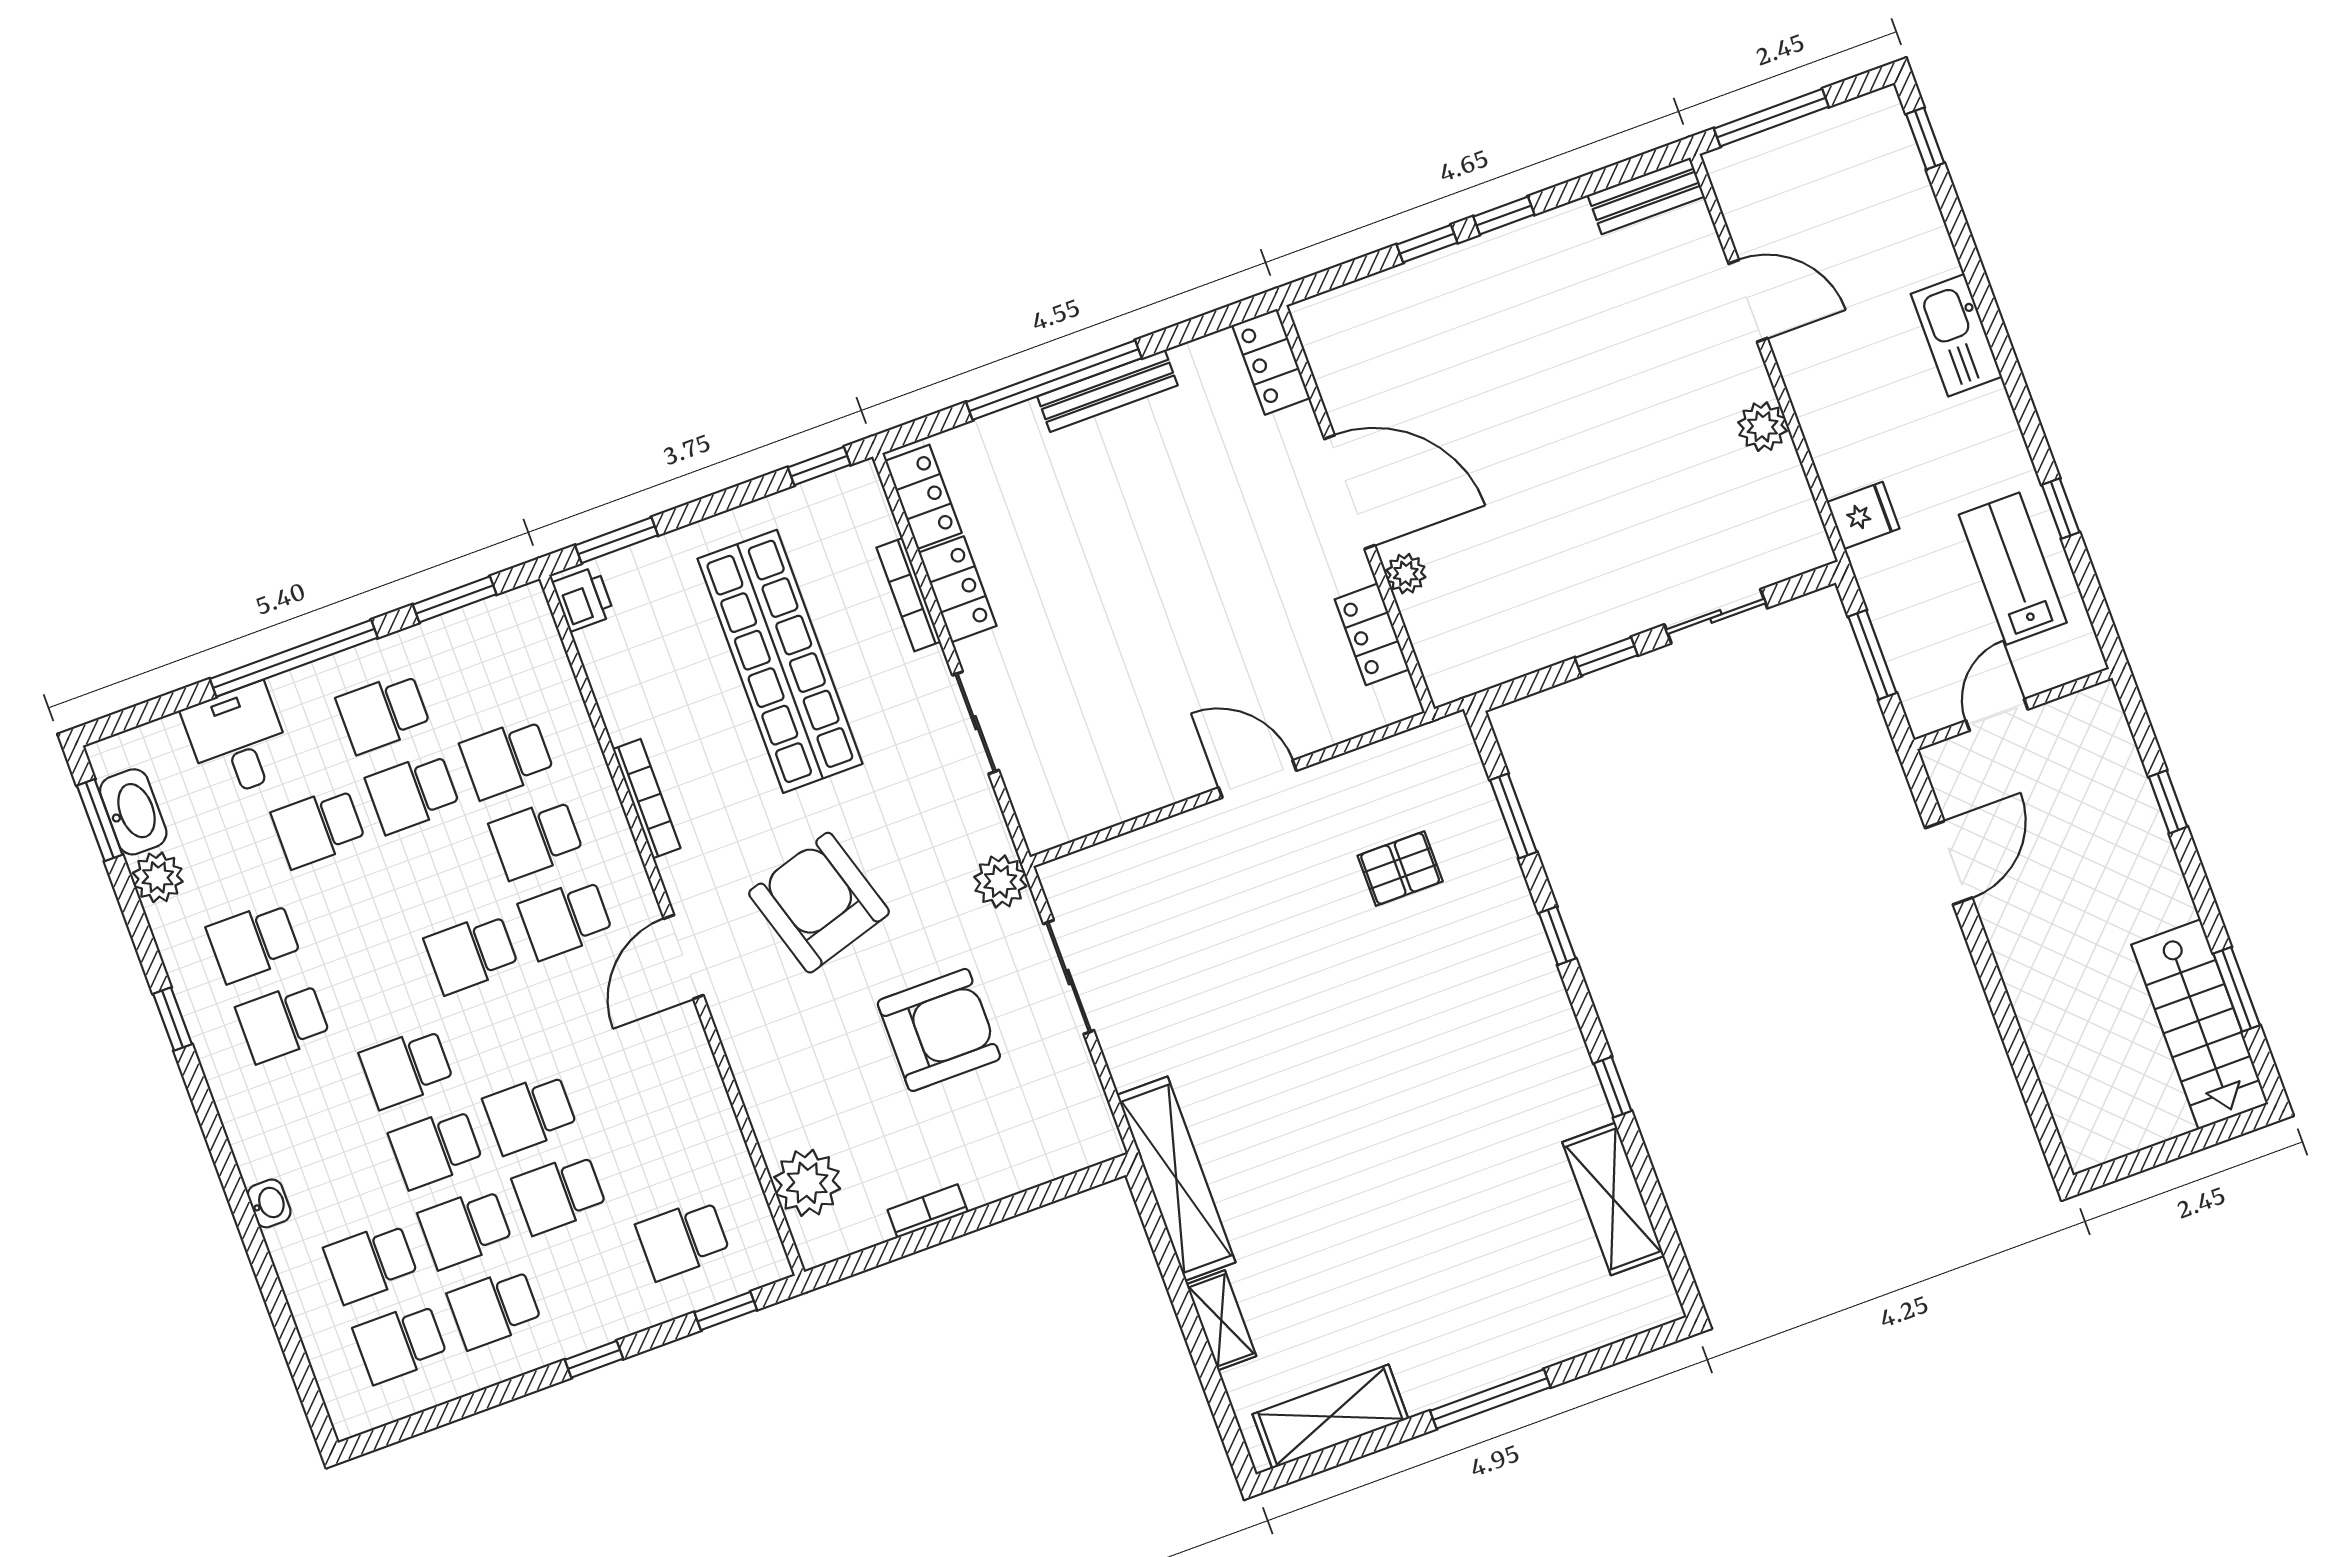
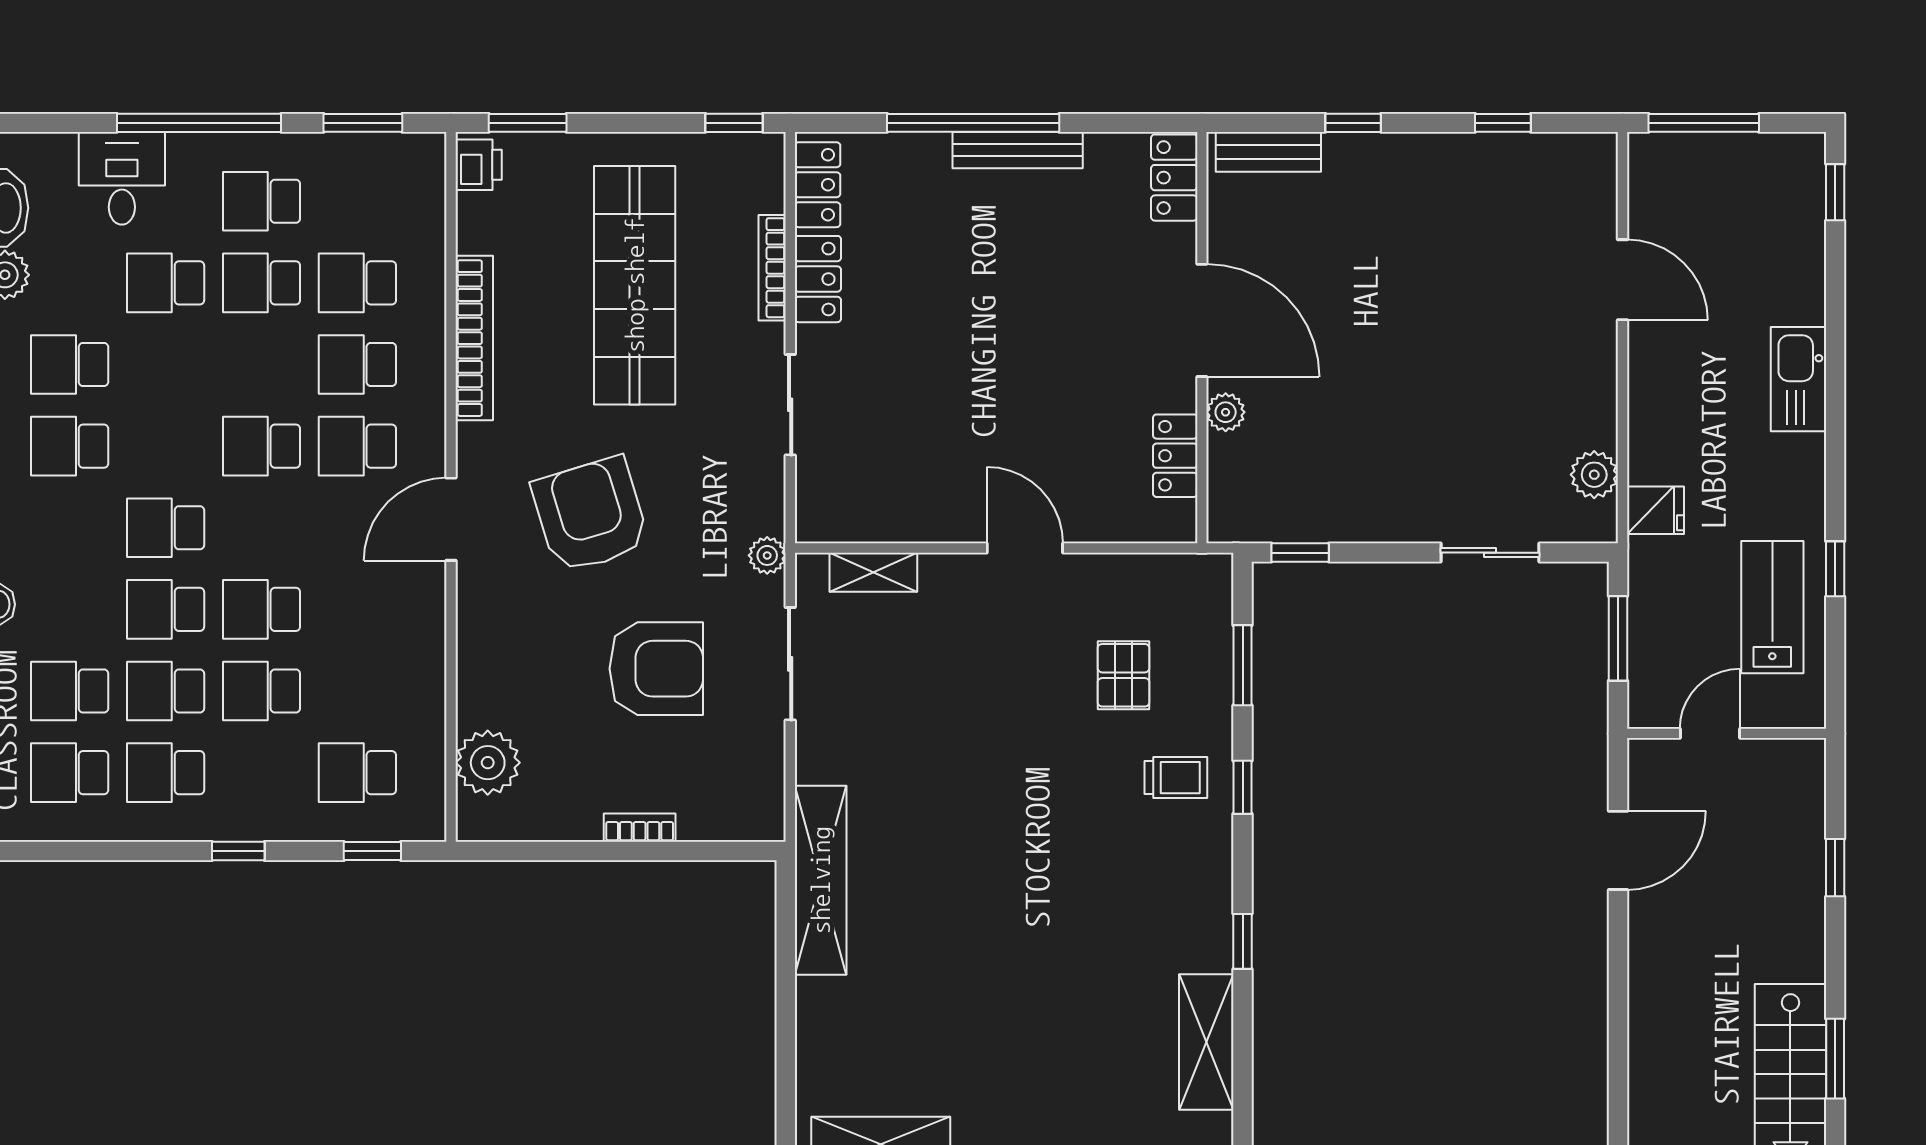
bench: (1646, 196) -> (1268, 152), moved
window: (1504, 215) -> (1503, 123), moved
plant: (1763, 427) -> (1594, 475), moved
window: (1606, 656) -> (1300, 553), moved
bookcase: (647, 799) -> (474, 338), width x1.48, depth x1.31
pallet: (1400, 869) -> (1124, 675), turned 90
plant: (1000, 881) -> (767, 555), width x0.73, depth x0.73
trolley: (1488, 950) -> (1176, 778), added
bookcase: (928, 1211) -> (640, 828), moved
shelving: (1221, 1320) -> (873, 572), moved, turned 90

